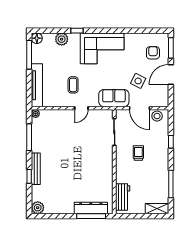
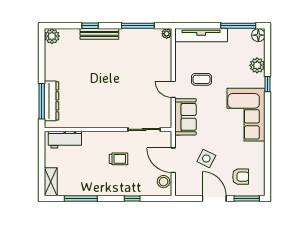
sofa: (114, 98) -> (185, 117), moved
door: (140, 108) -> (173, 160), hinge flipped

